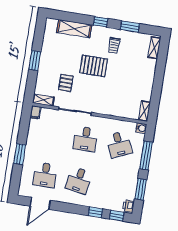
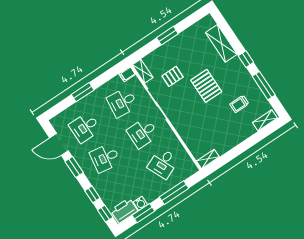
window: (130, 27) -> (264, 86), width x1.44
trolley: (114, 45) -> (239, 104), moved
water cooler: (141, 128) -> (140, 203), moved
desk: (52, 134) -> (122, 102), added
printer: (128, 206) -> (124, 211), width x1.87, depth x1.48
window: (65, 207) -> (74, 167), added

